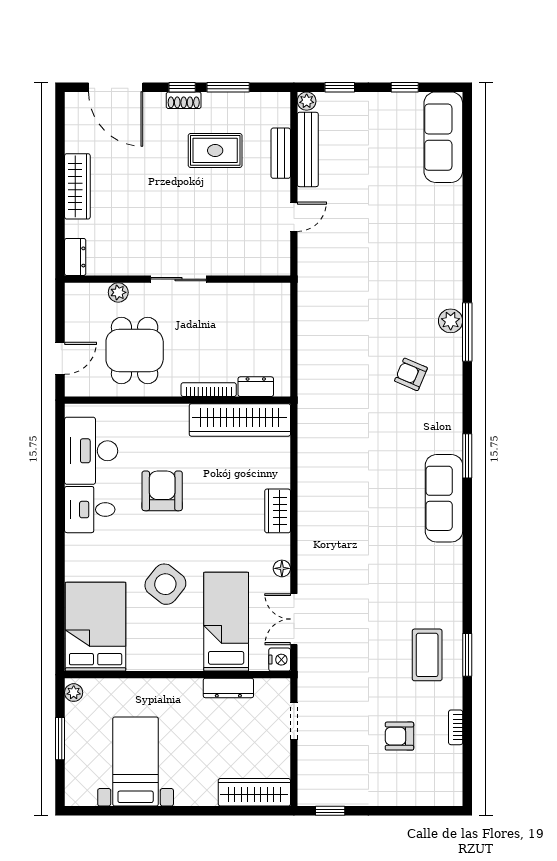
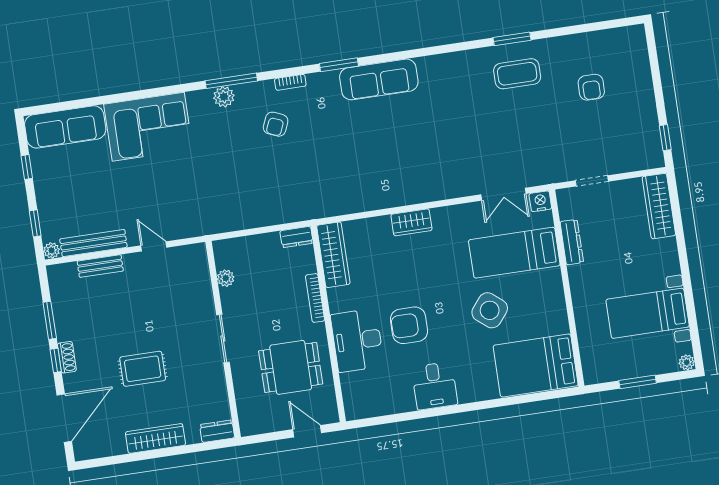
rug: (215, 150) -> (143, 369), moved, turned 90
corner sofa: (430, 231) -> (148, 127), added
plant: (118, 292) -> (226, 278), moved
dresser: (256, 387) -> (296, 237), moved, turned -90
wardrobe: (240, 420) -> (333, 255), width x0.71, depth x0.85
desk: (91, 451) -> (357, 340), moved, turned 90
floor lamp: (282, 568) -> (461, 211), removed
plant: (74, 693) -> (687, 362), moved
bookcase: (456, 727) -> (290, 82), moved

